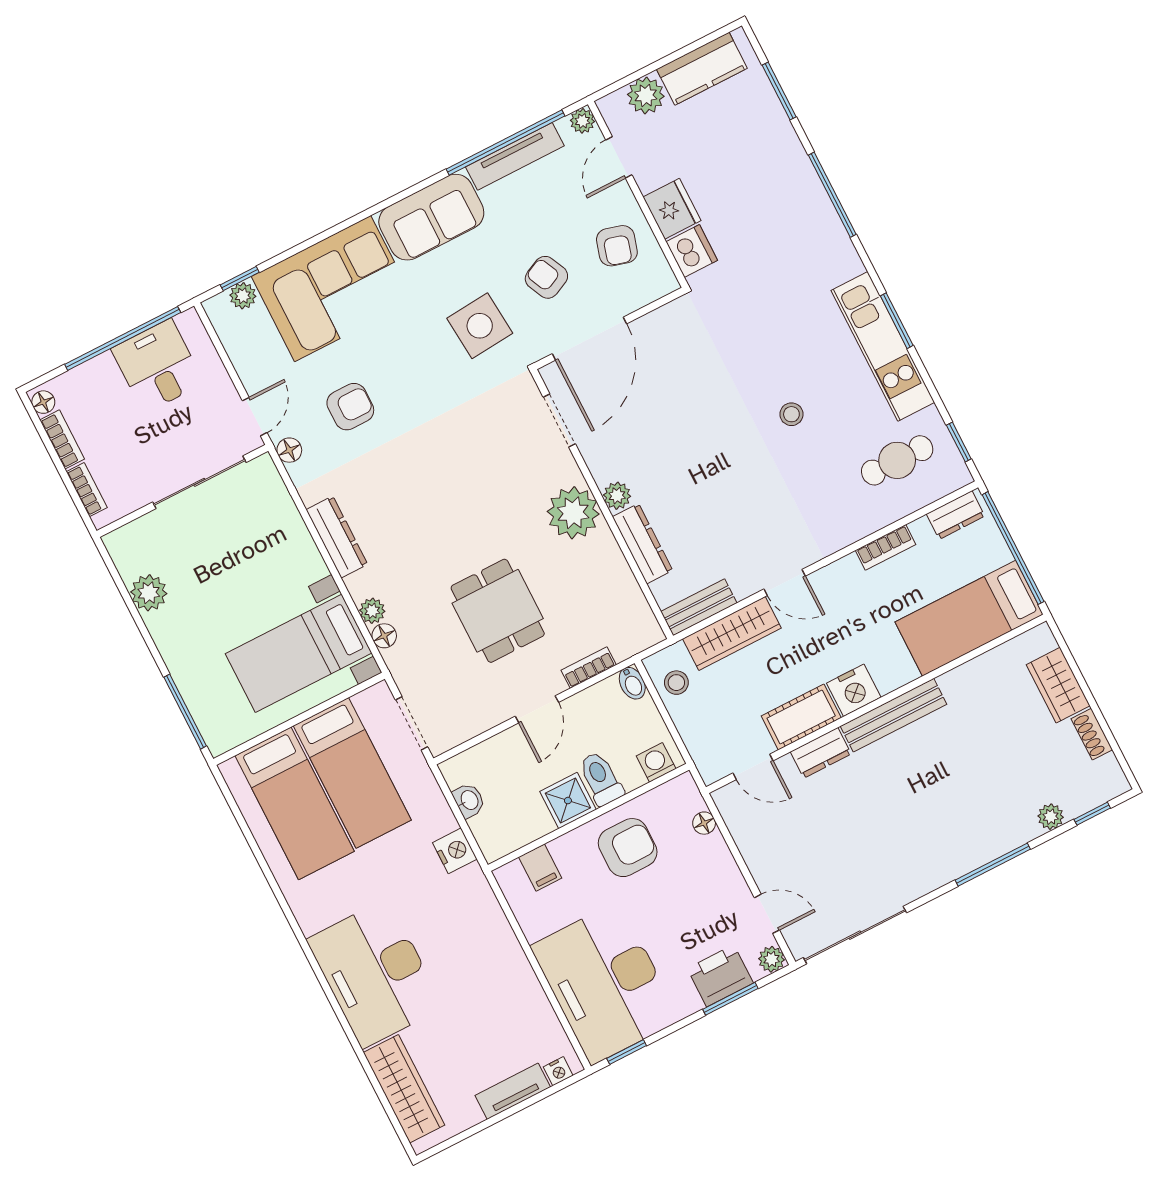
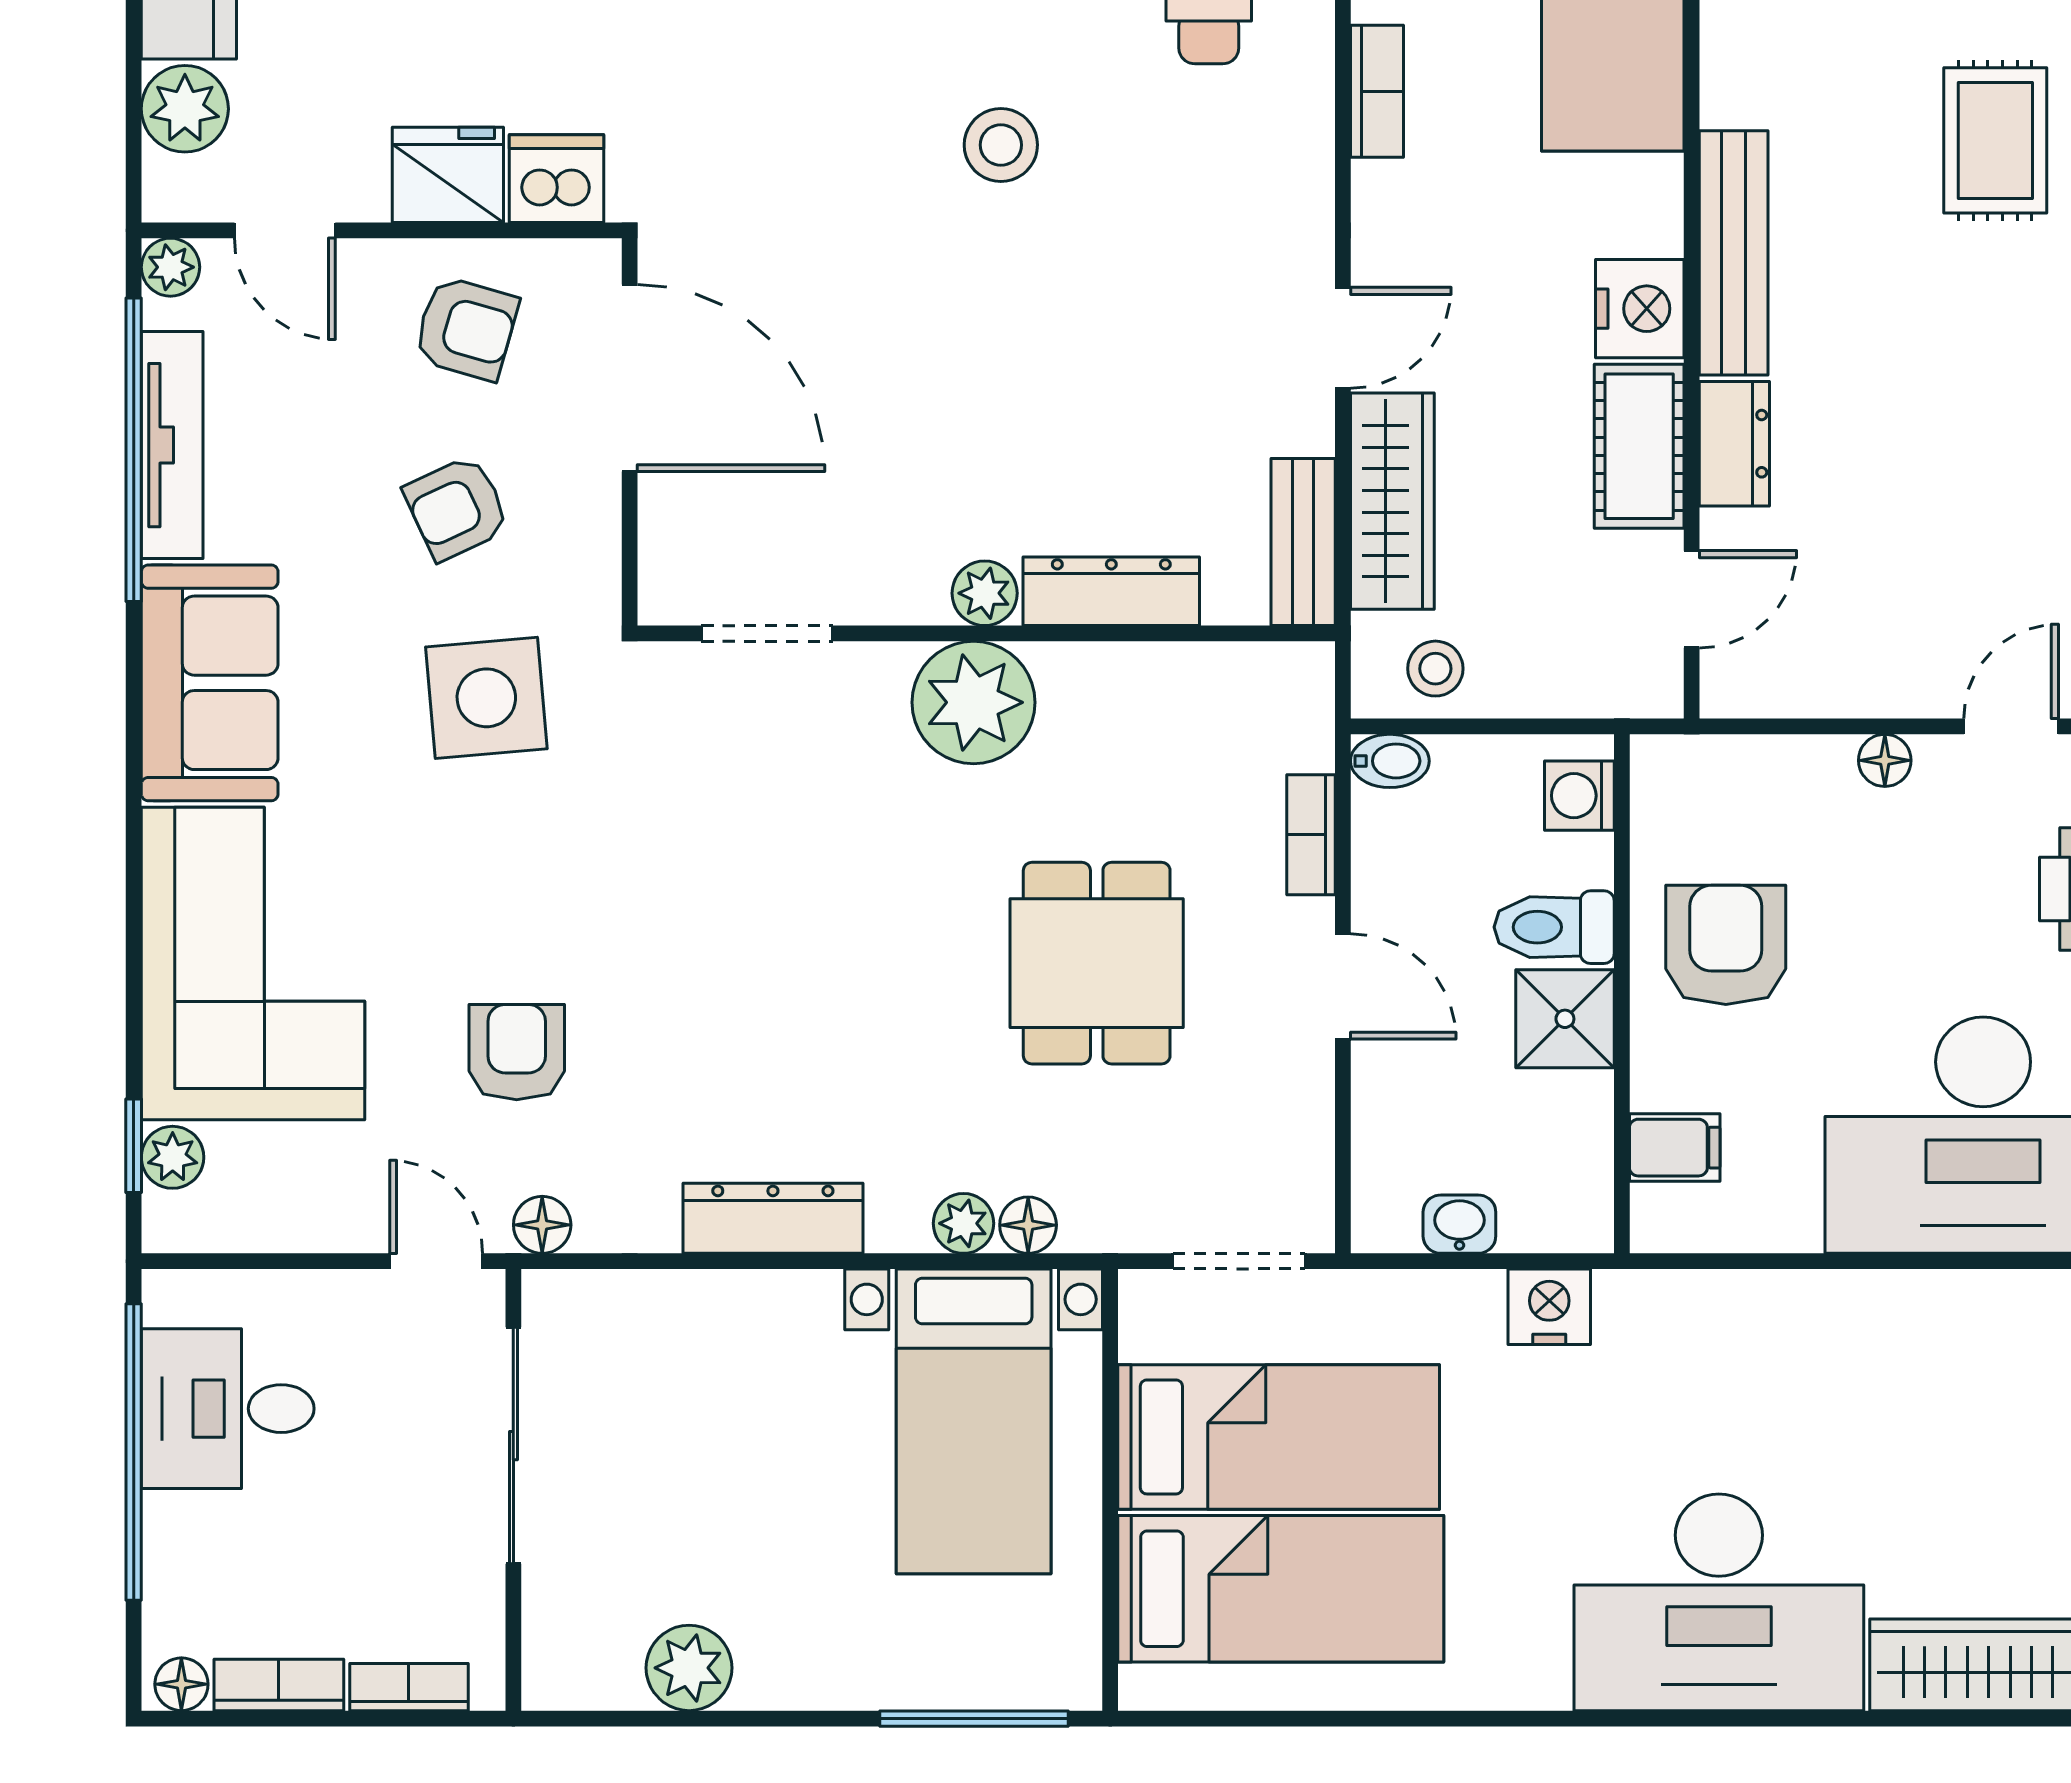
door: (589, 339) -> (630, 378), moved
stool: (791, 414) -> (1001, 145), width x1.37, depth x1.37
dining table: (498, 611) -> (1097, 963), turned 90
rug: (988, 793) -> (1995, 140), added
floor lamp: (704, 823) -> (1885, 760), moved

